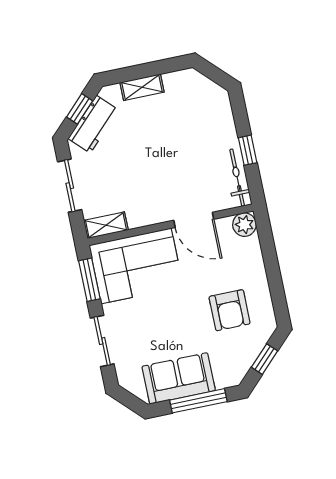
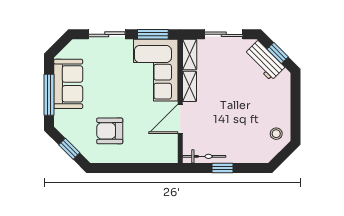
shelving: (142, 87) -> (190, 86), moved
stool: (187, 88) -> (276, 134), added
plant: (244, 225) -> (169, 155), removed

